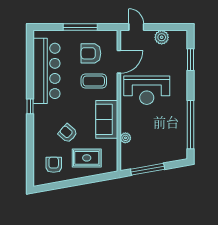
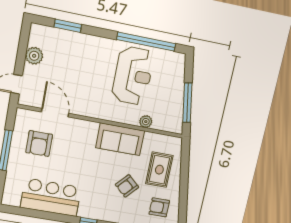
bar counter: (47, 71) -> (51, 197), width x0.73
coffee table: (94, 81) -> (72, 146), removed
reception desk: (147, 90) -> (133, 76), moved

